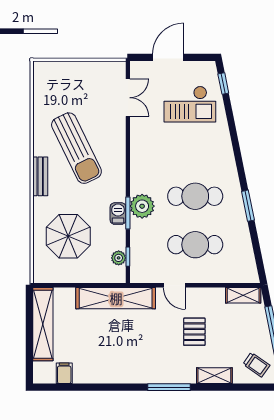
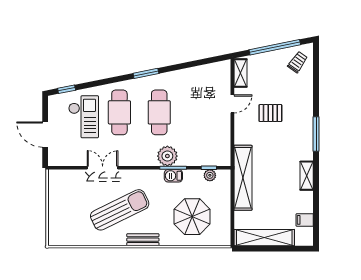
double door: (128, 98) -> (103, 168), moved
window: (248, 206) -> (146, 73), moved
cafe table: (195, 245) -> (119, 112), moved
door: (174, 285) -> (232, 104), moved
shelving: (214, 376) -> (307, 176), moved

